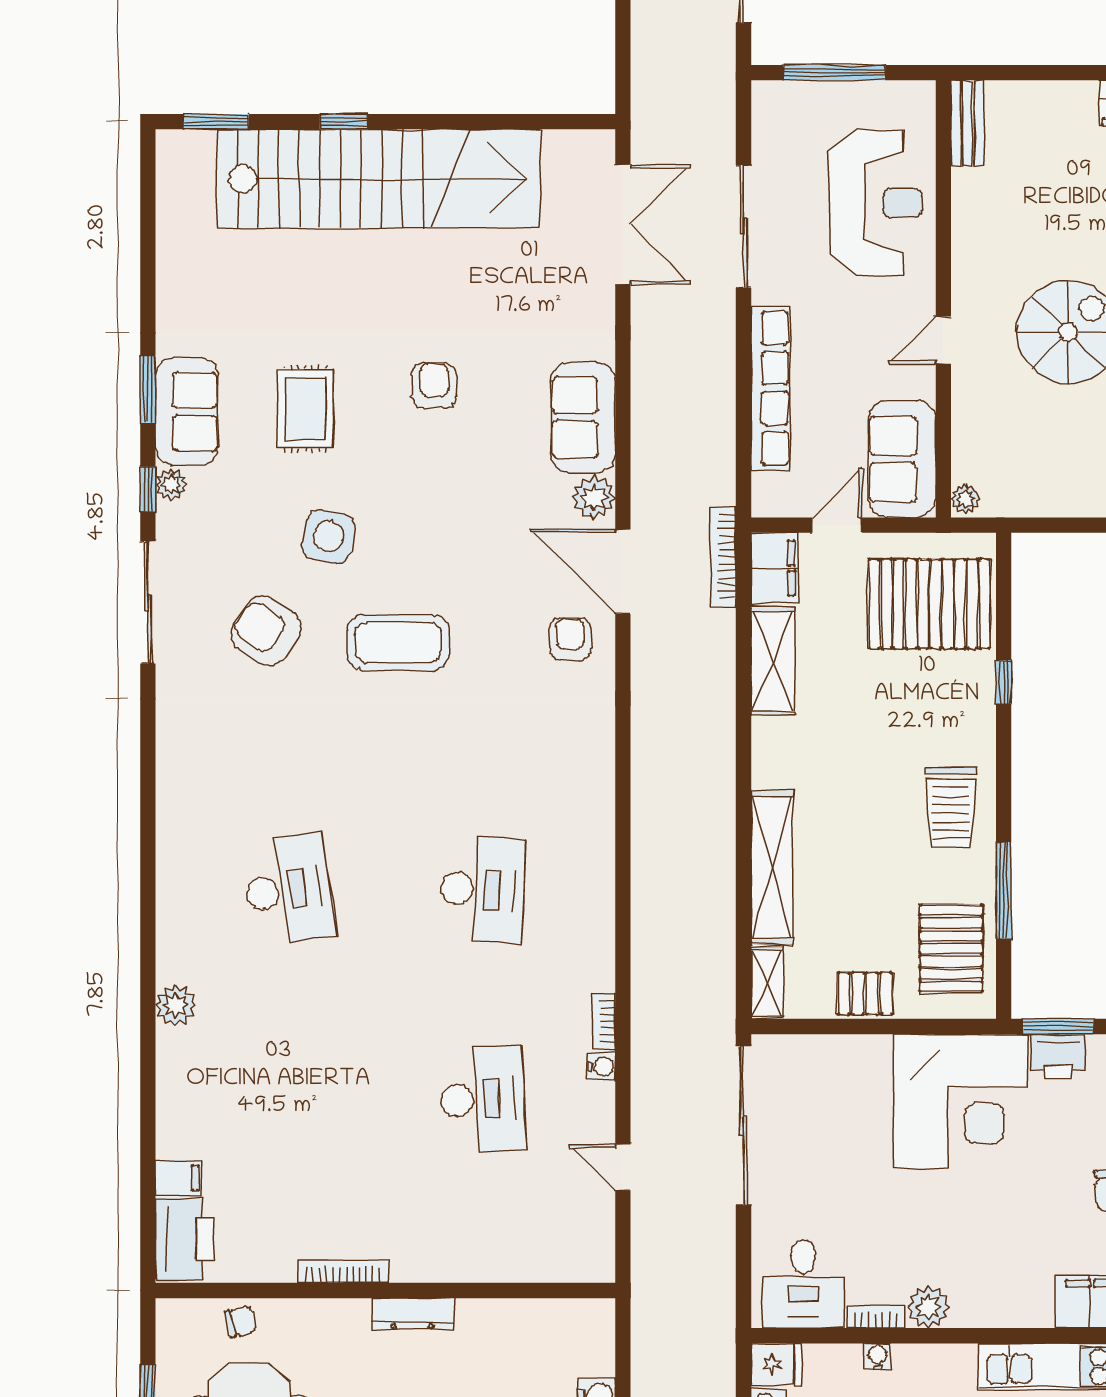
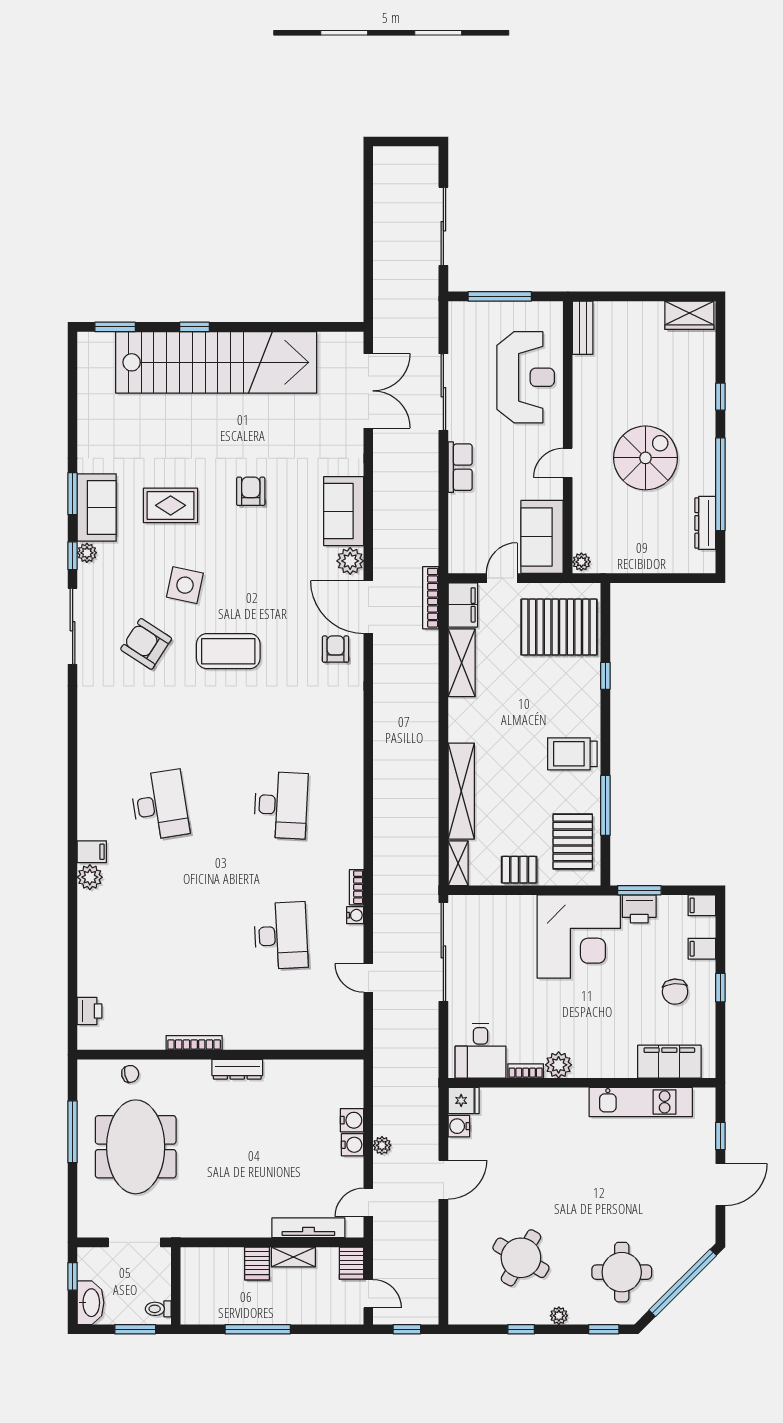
row of seats: (770, 388) -> (460, 467), width x0.50
rug: (305, 408) -> (171, 505), turned 90
trolley: (951, 807) -> (572, 754), turned 90
filing cabinet: (179, 1178) -> (92, 852), moved
printer: (185, 1240) -> (90, 1011), width x0.53, depth x0.68
water cooler: (878, 1356) -> (527, 1096), removed

